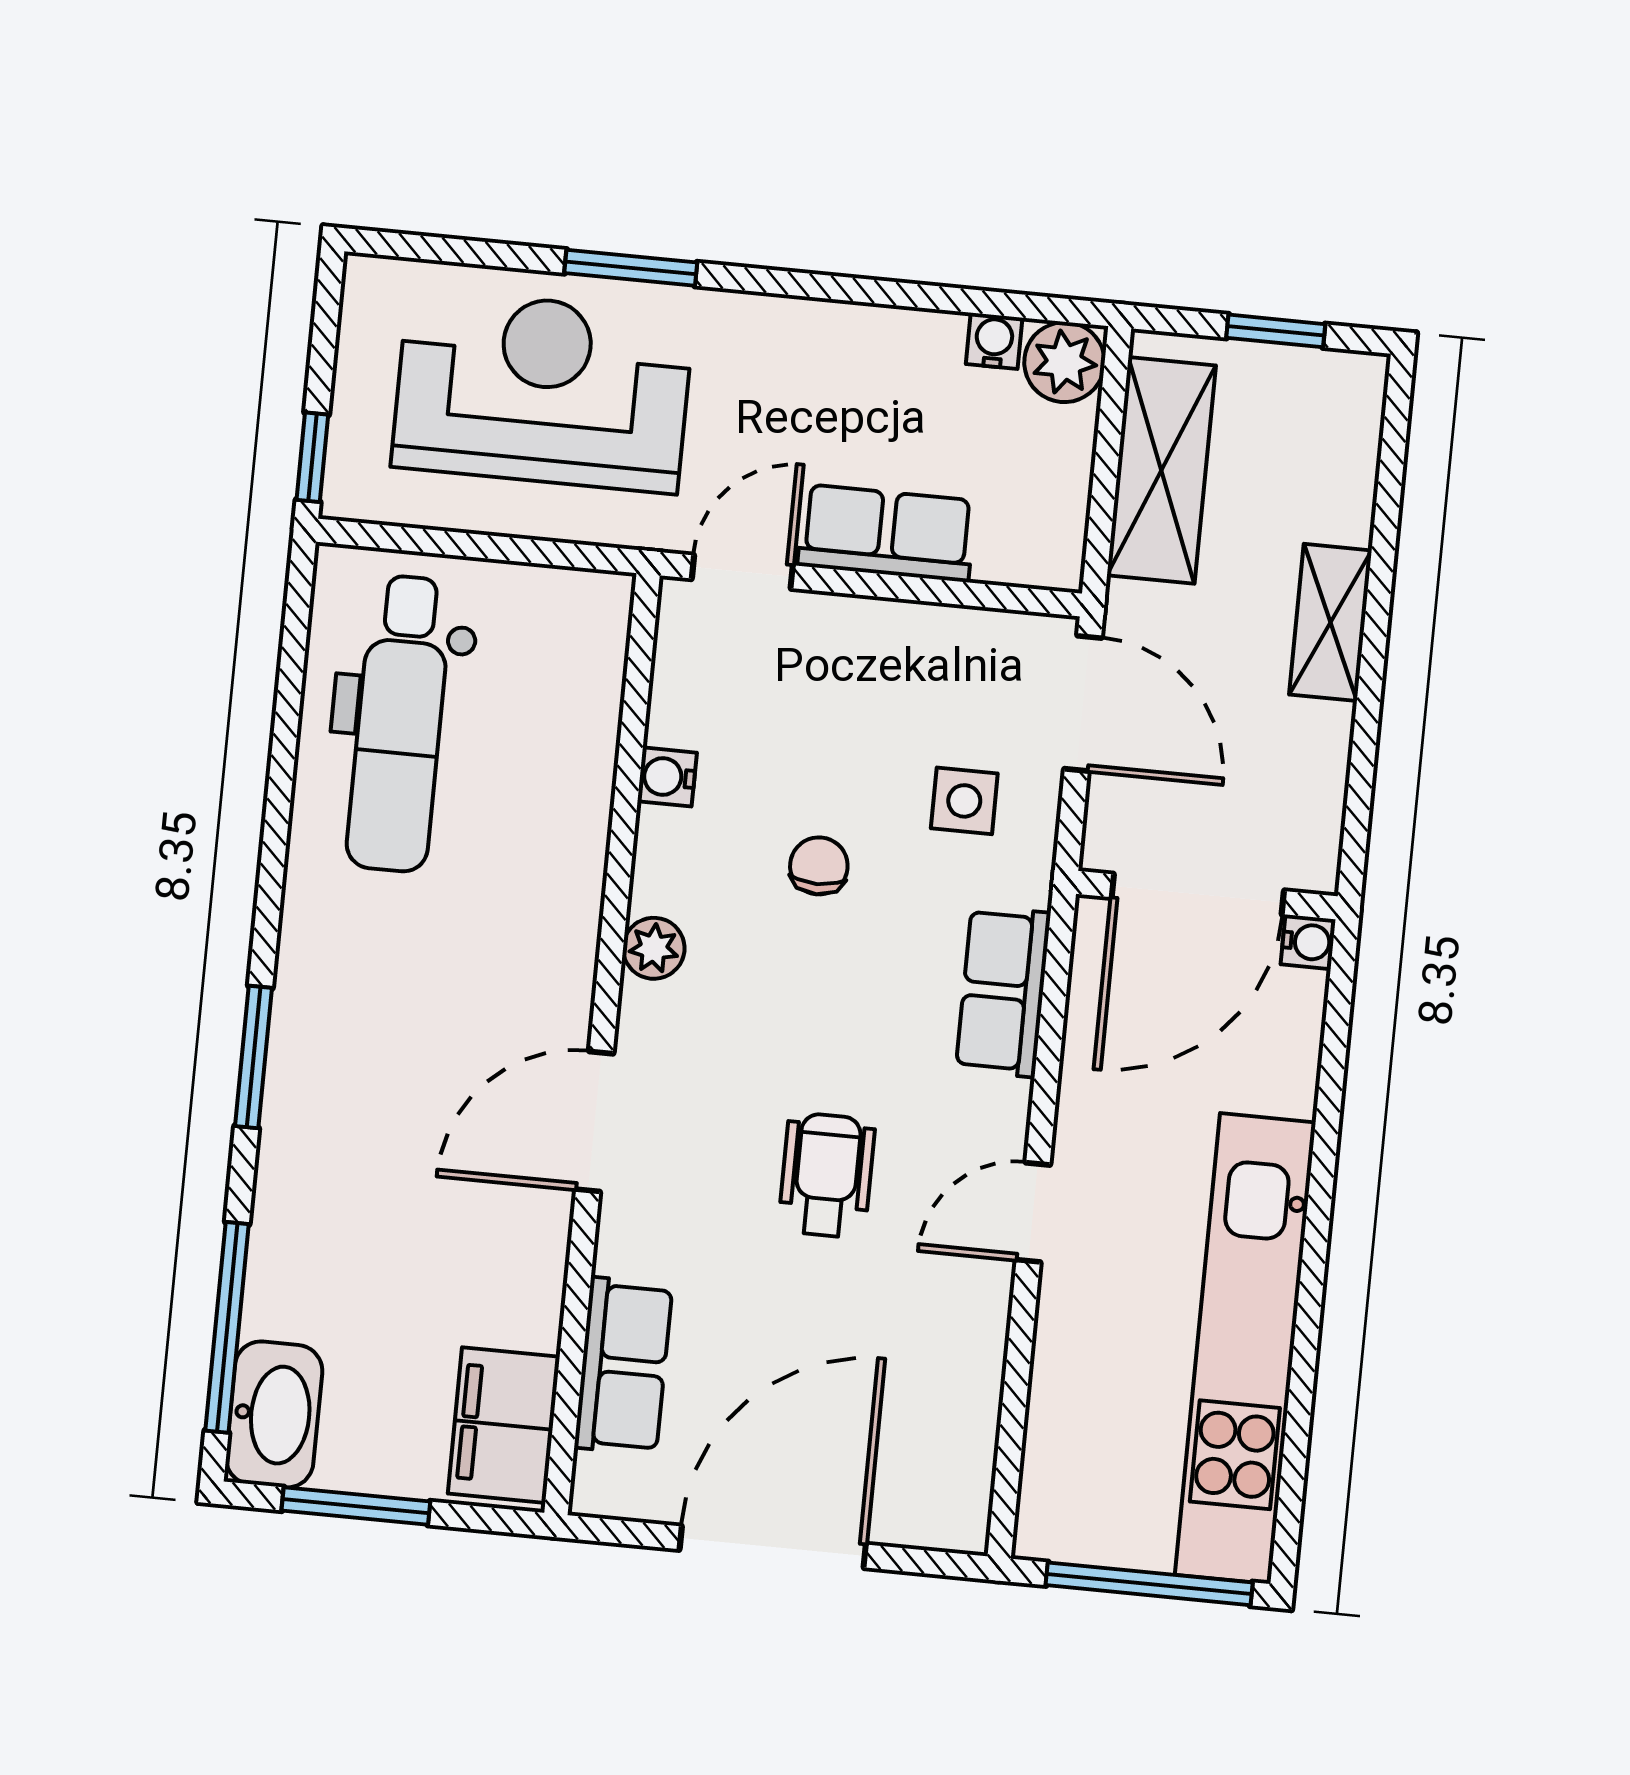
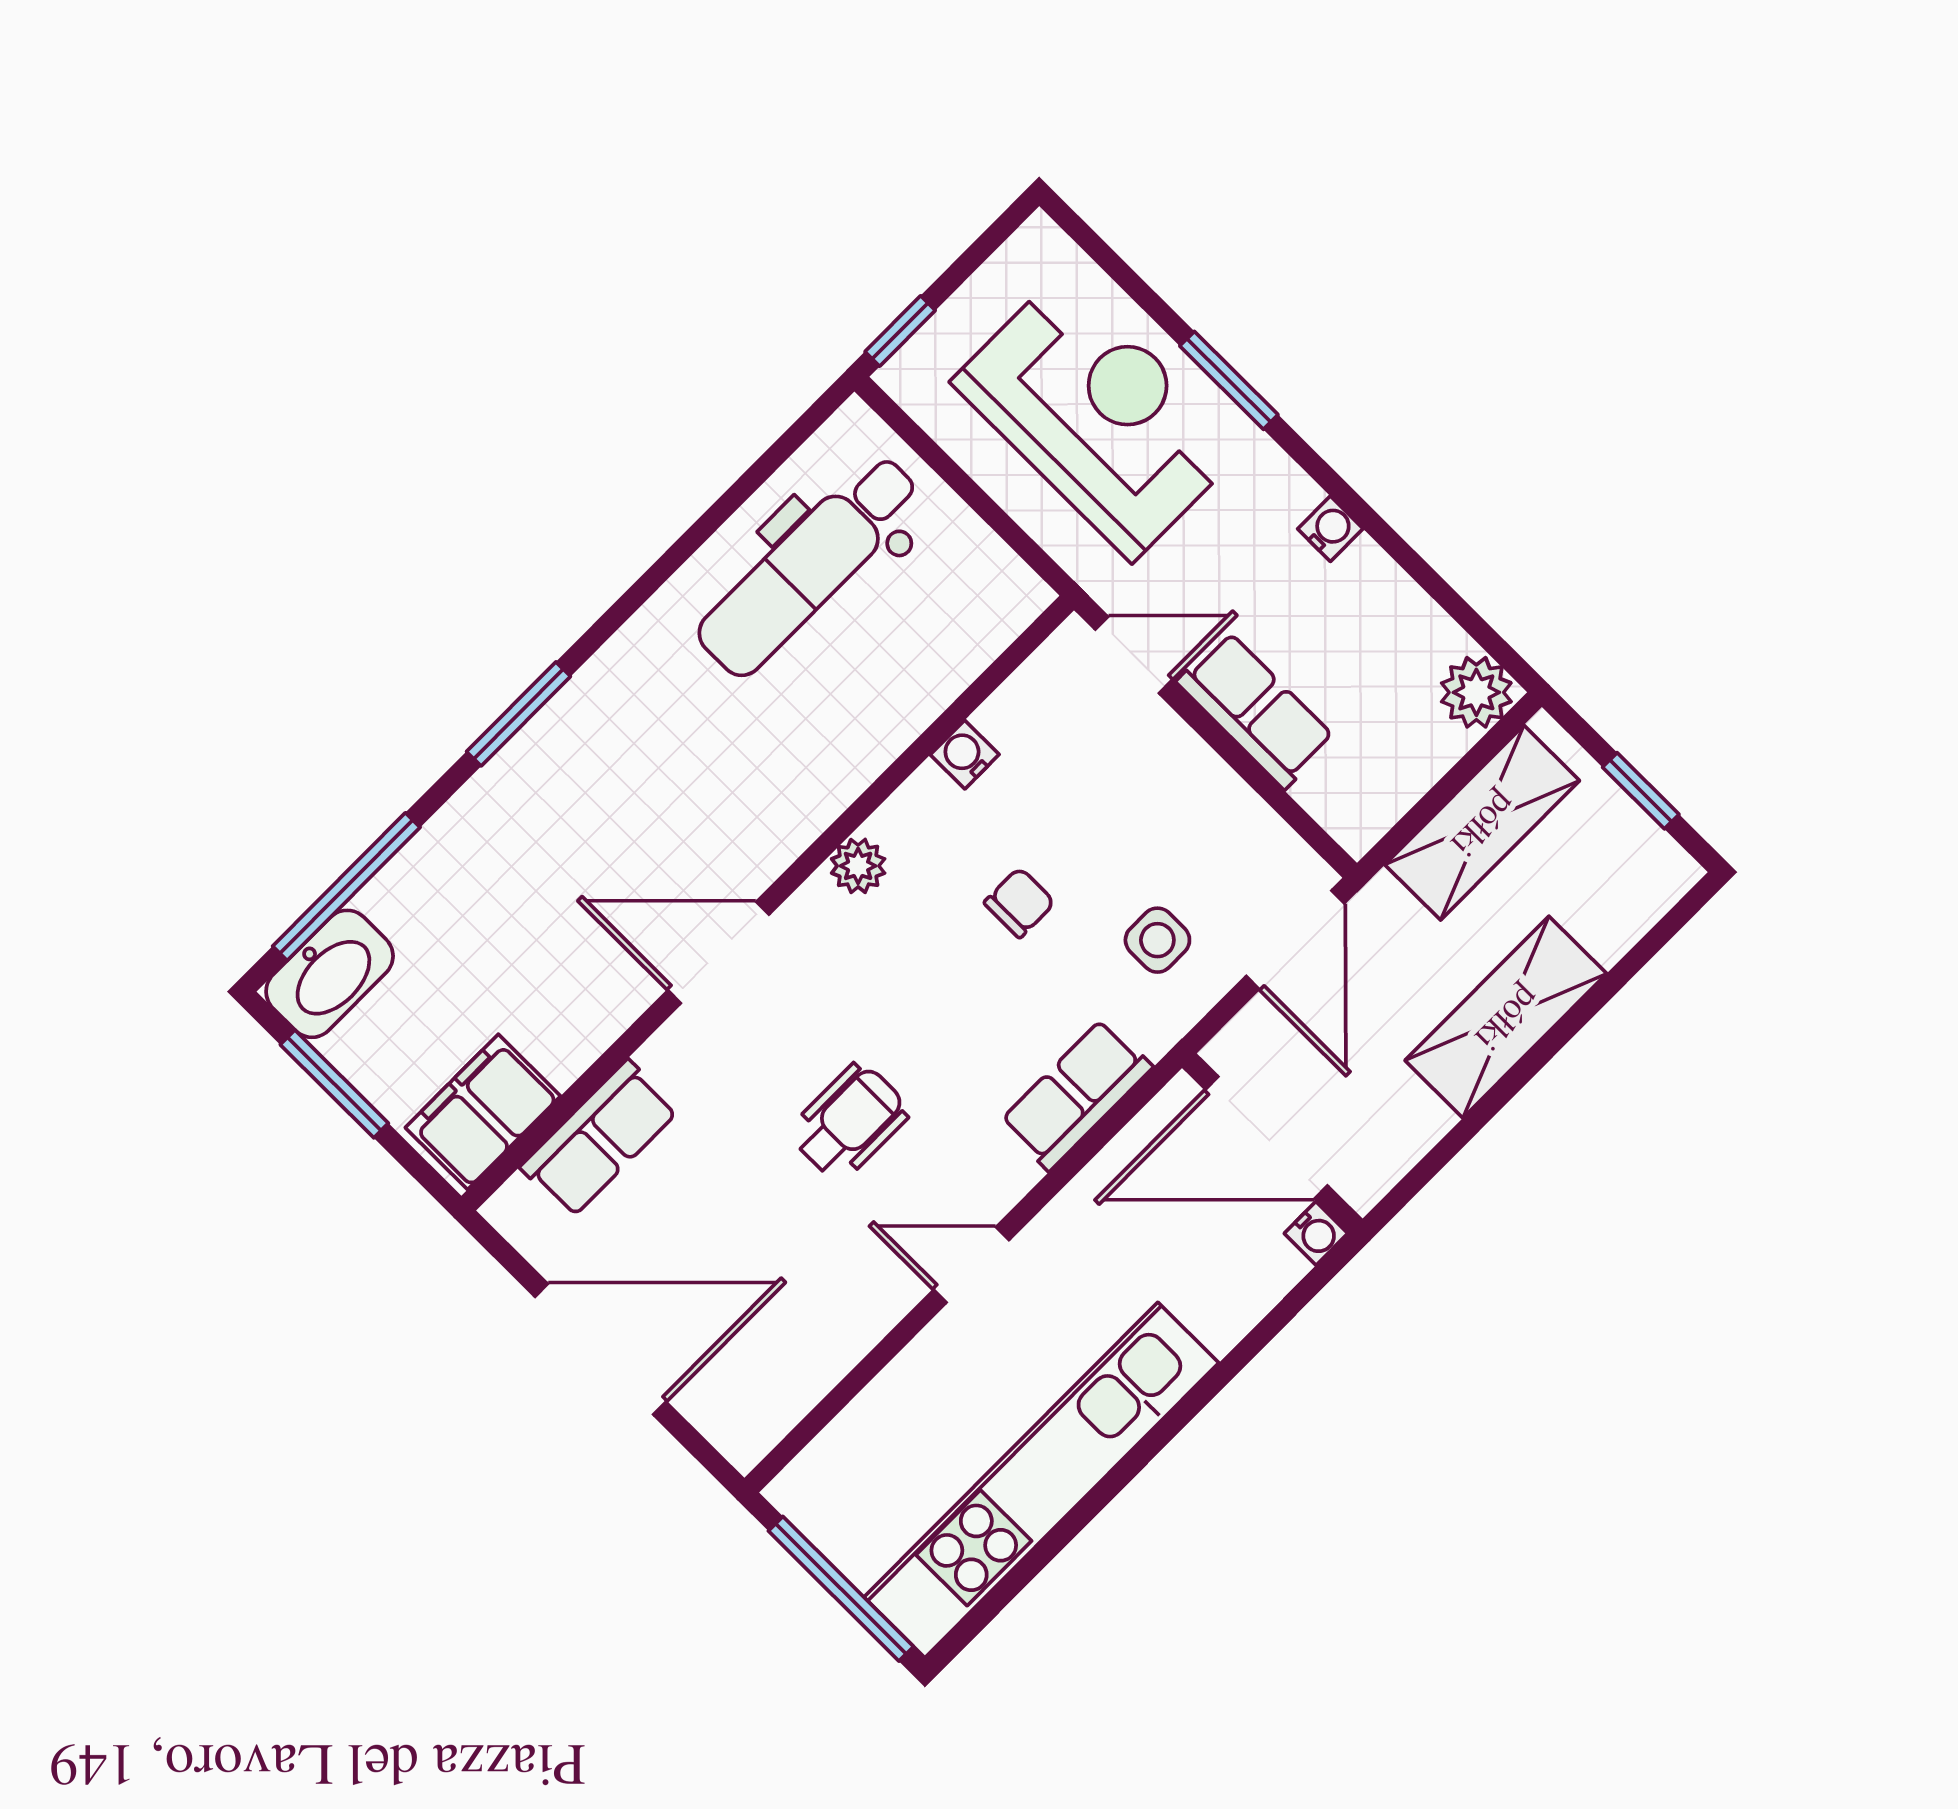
water cooler: (994, 341) -> (1330, 529), moved
shelving: (1330, 622) -> (1506, 1017), width x1.50, depth x1.33

